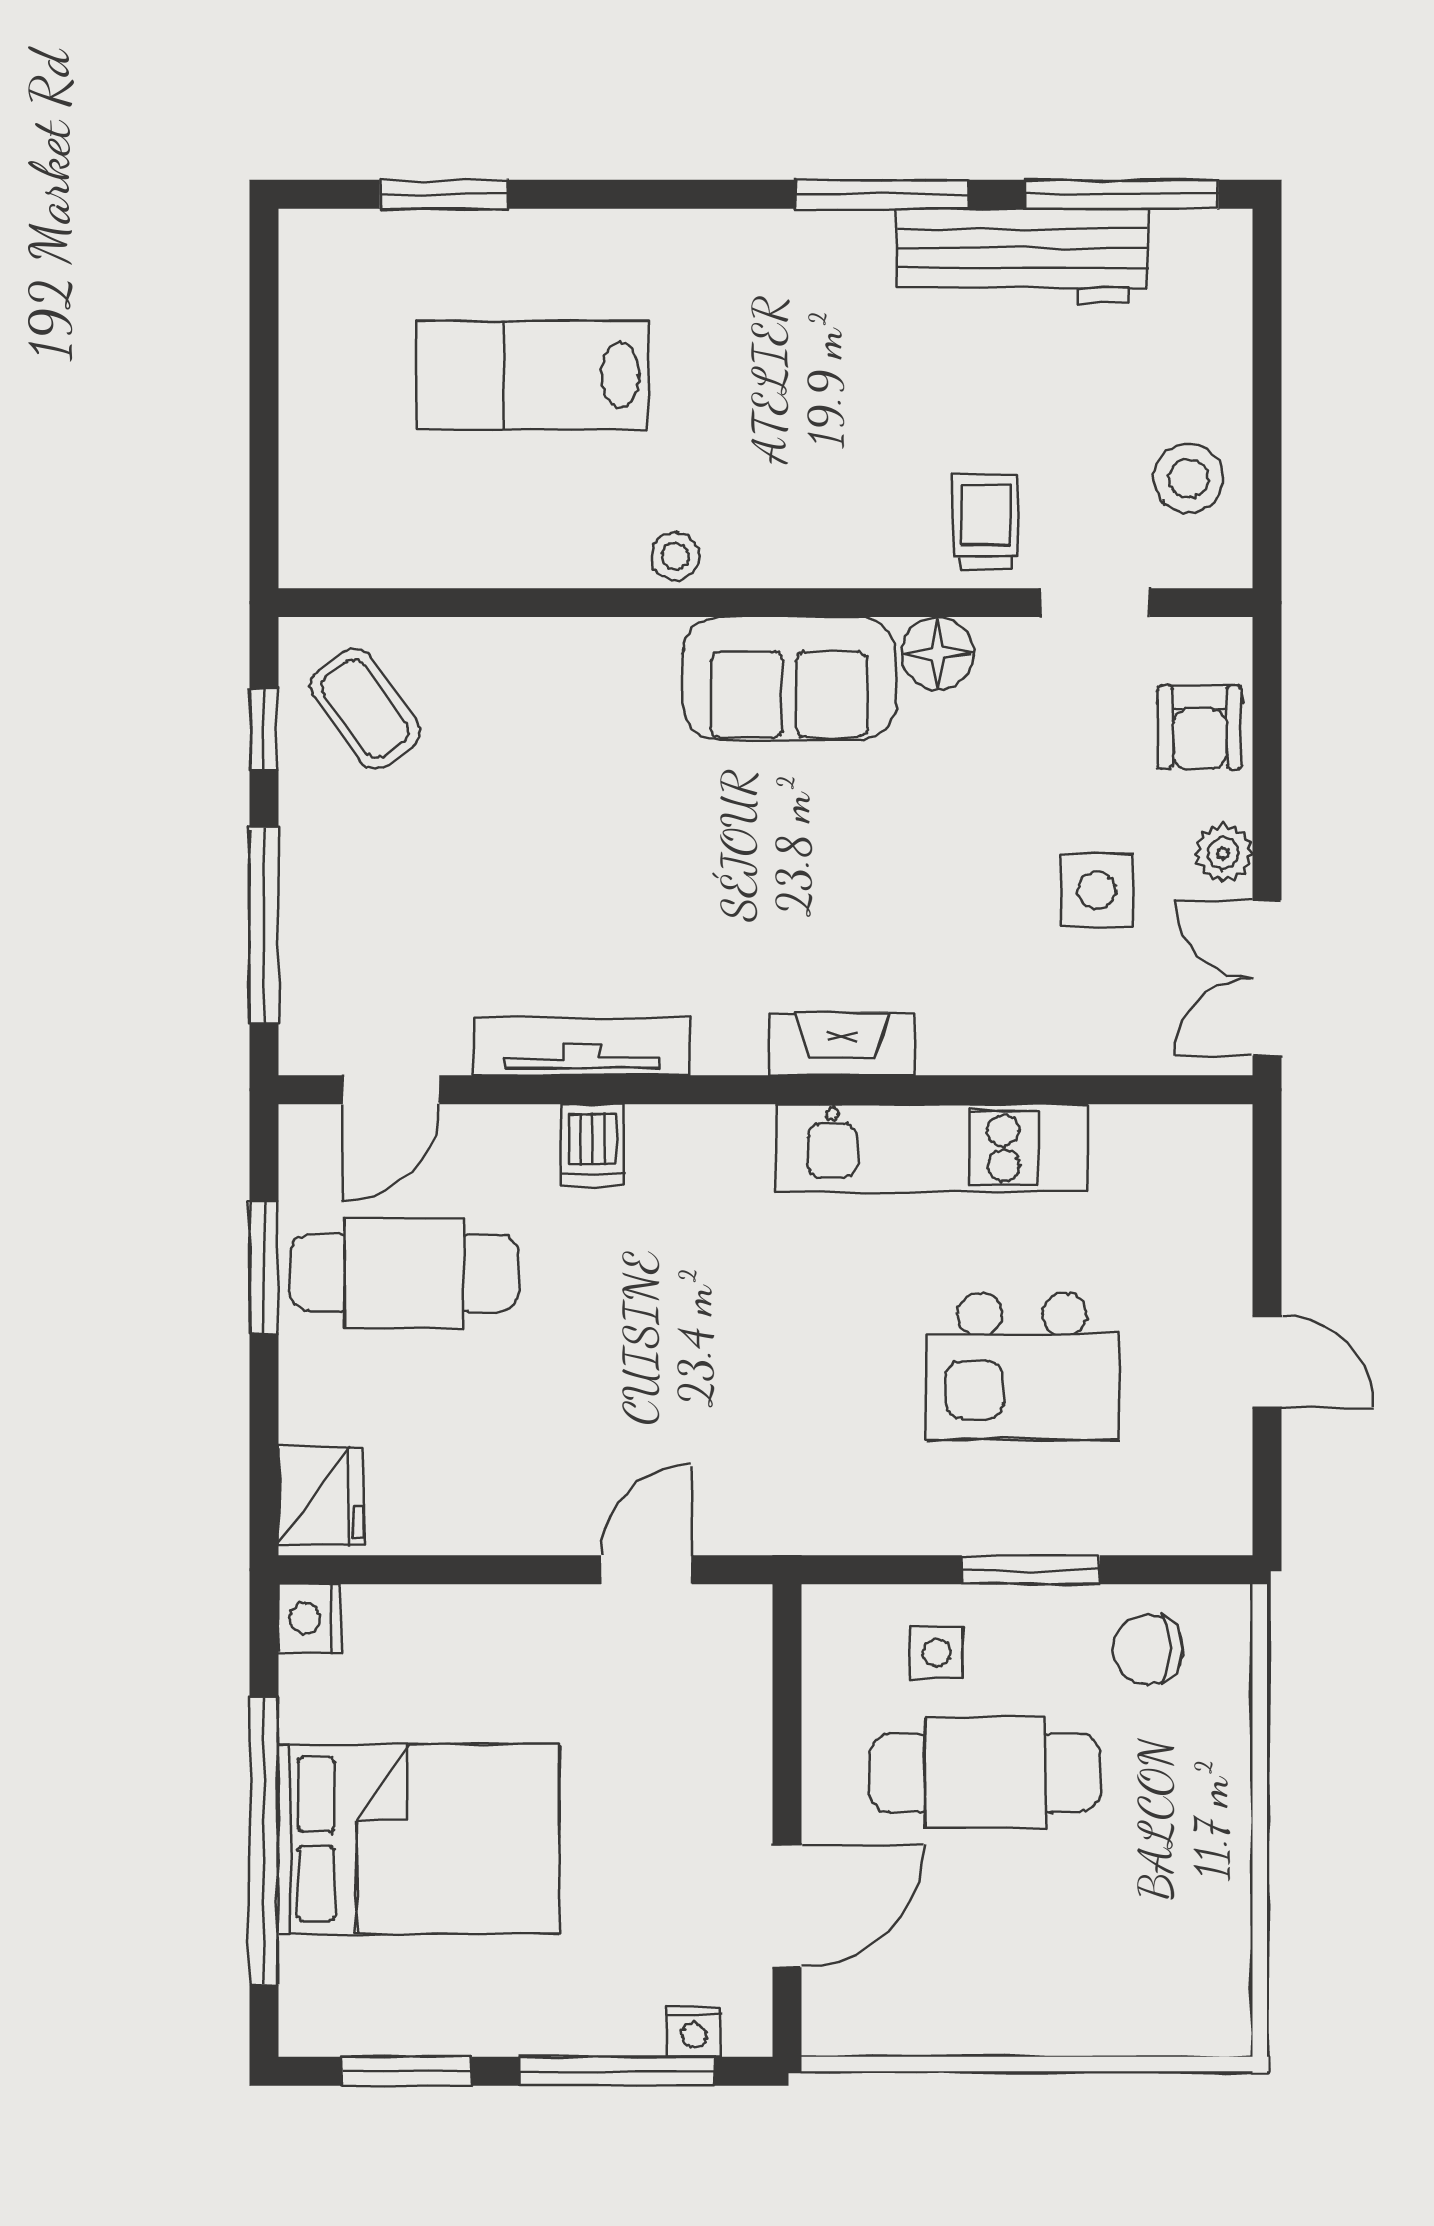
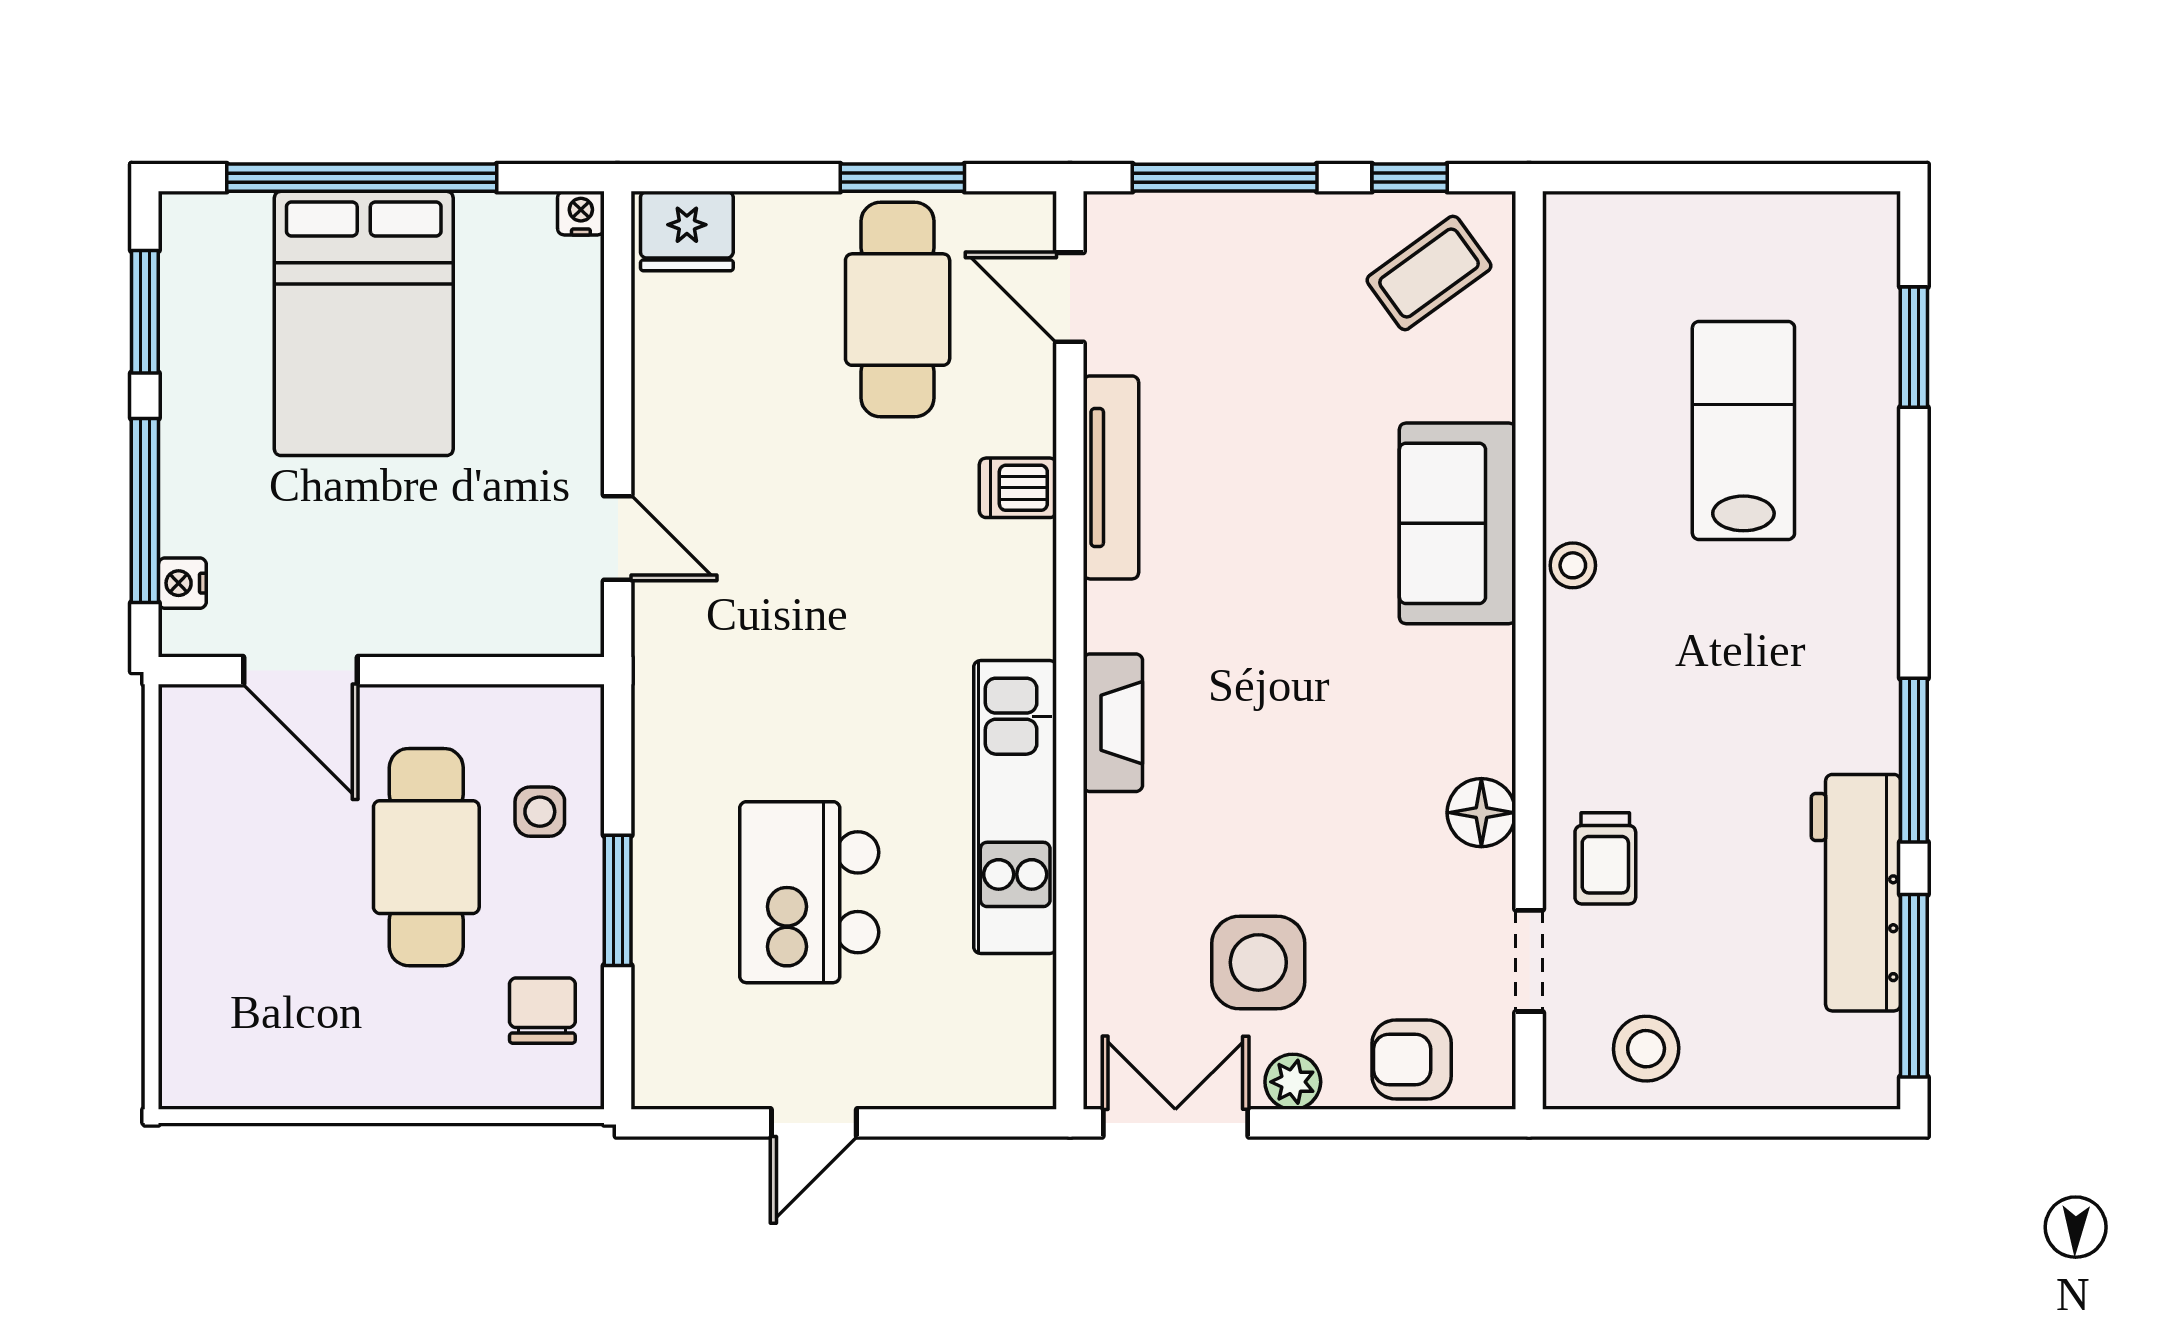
trolley: (986, 522) -> (1605, 858), turned 90
sofa: (789, 679) -> (1458, 523), moved
side table: (1097, 890) -> (1258, 962), width x1.37, depth x1.37
nightstand: (310, 1618) -> (581, 213), width x0.72, depth x0.74

